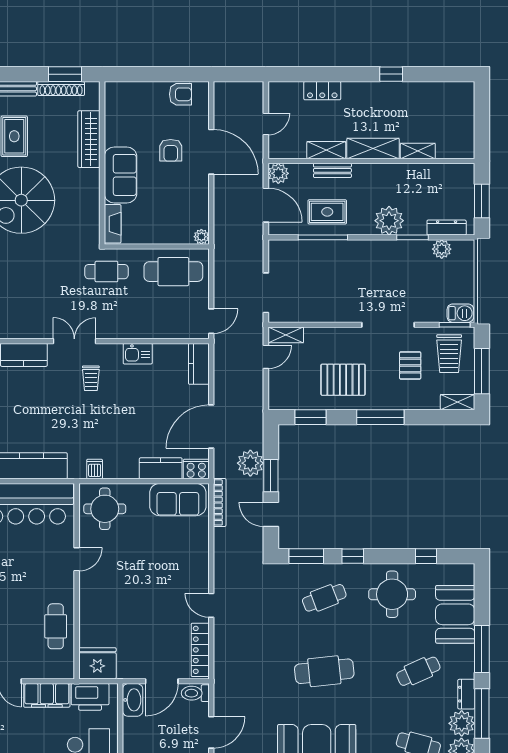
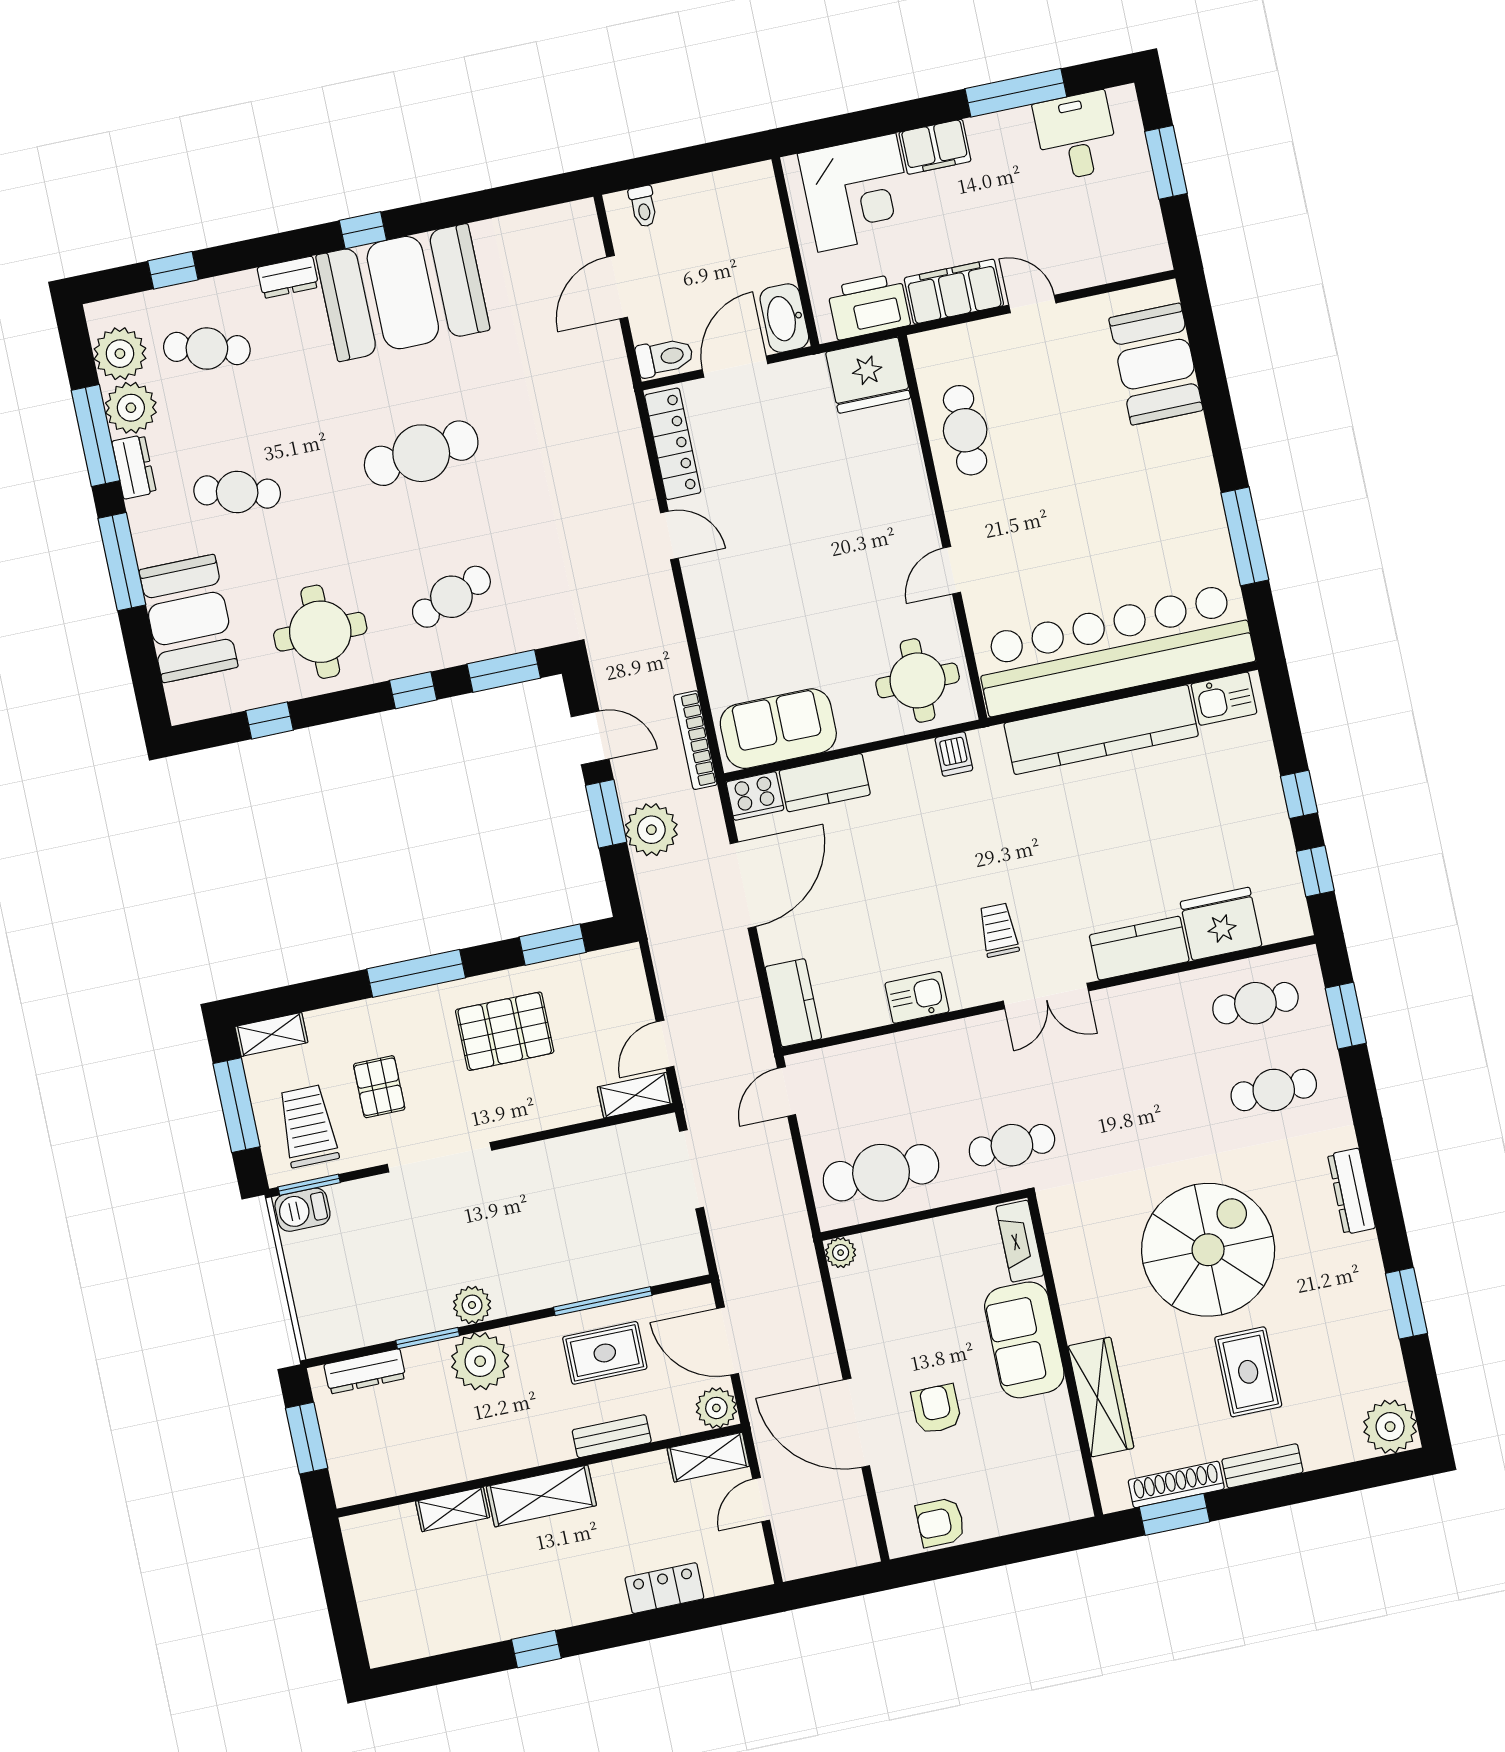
shelving: (326, 150) -> (708, 1457), moved
plant: (442, 249) -> (472, 1305), moved
cafe table: (418, 671) -> (237, 492), turned 39

